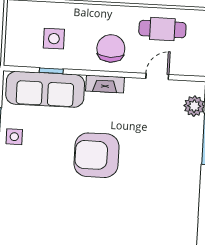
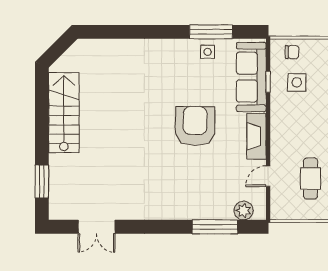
chair: (111, 48) -> (292, 52), moved, width x0.54, depth x0.54
door: (157, 76) -> (268, 176), swing flipped
fireplace: (105, 84) -> (257, 136), width x1.37, depth x1.32

